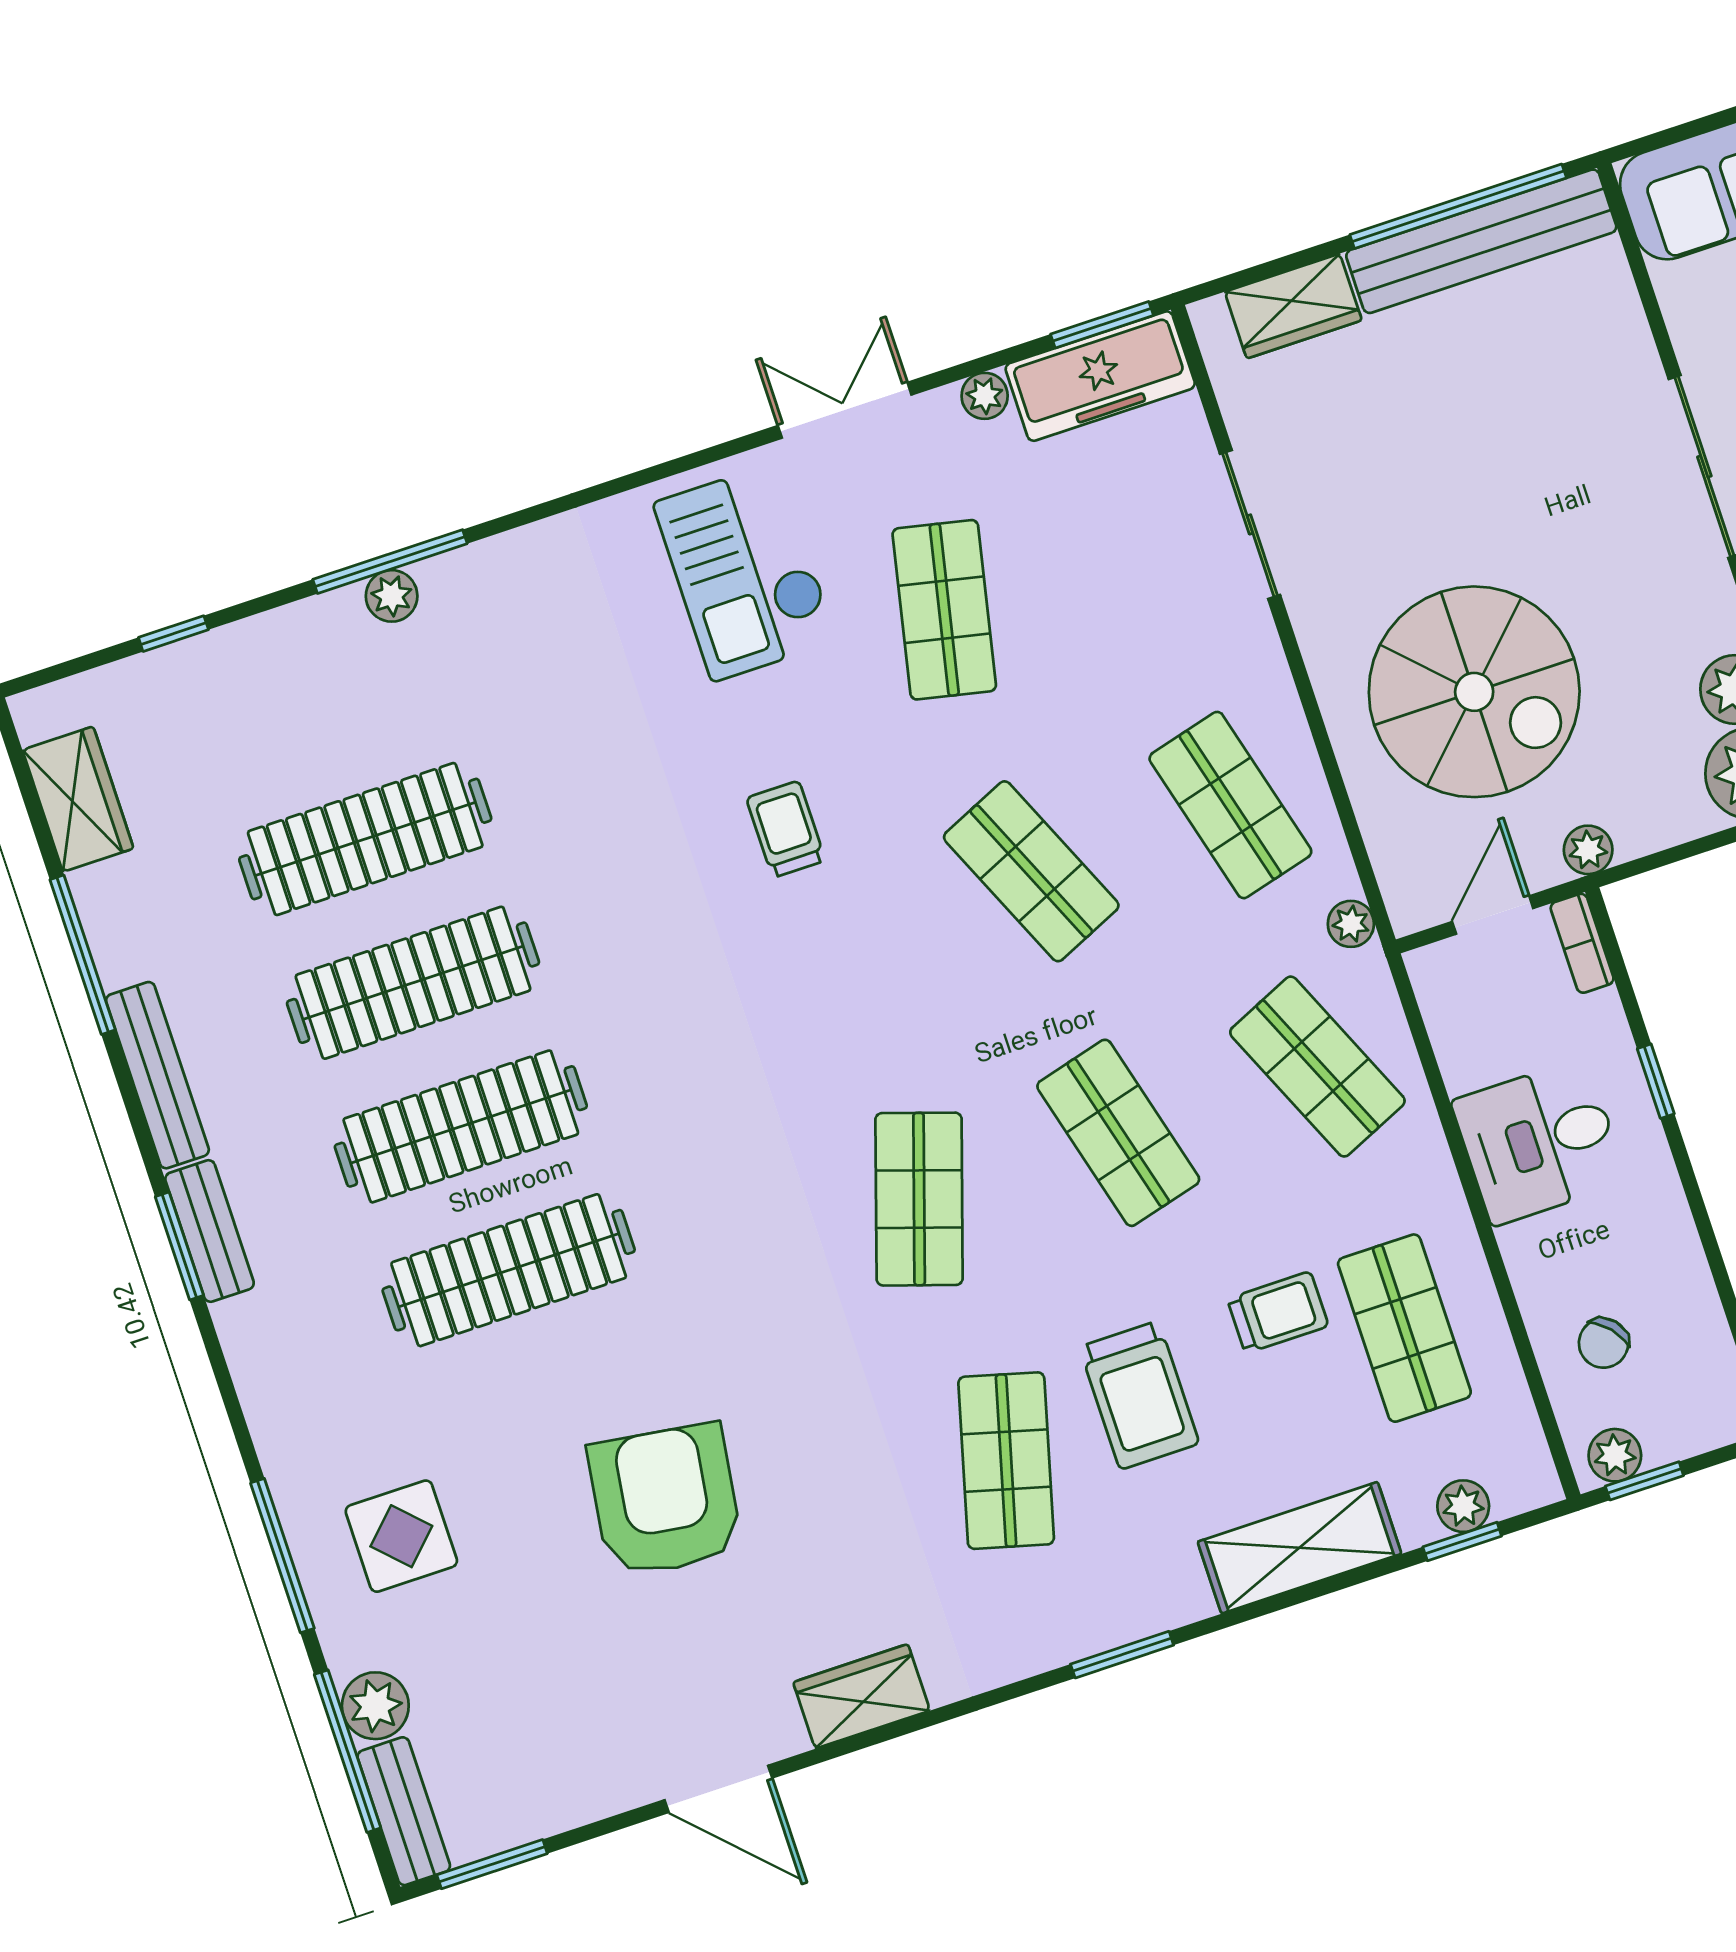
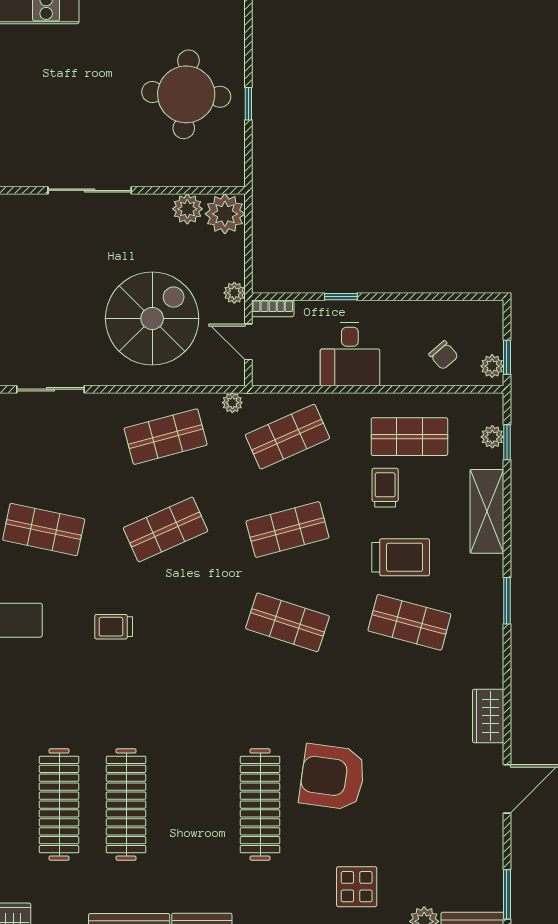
clothes rail: (461, 1126) -> (193, 805), removed
armchair: (665, 1500) -> (332, 777), moved

